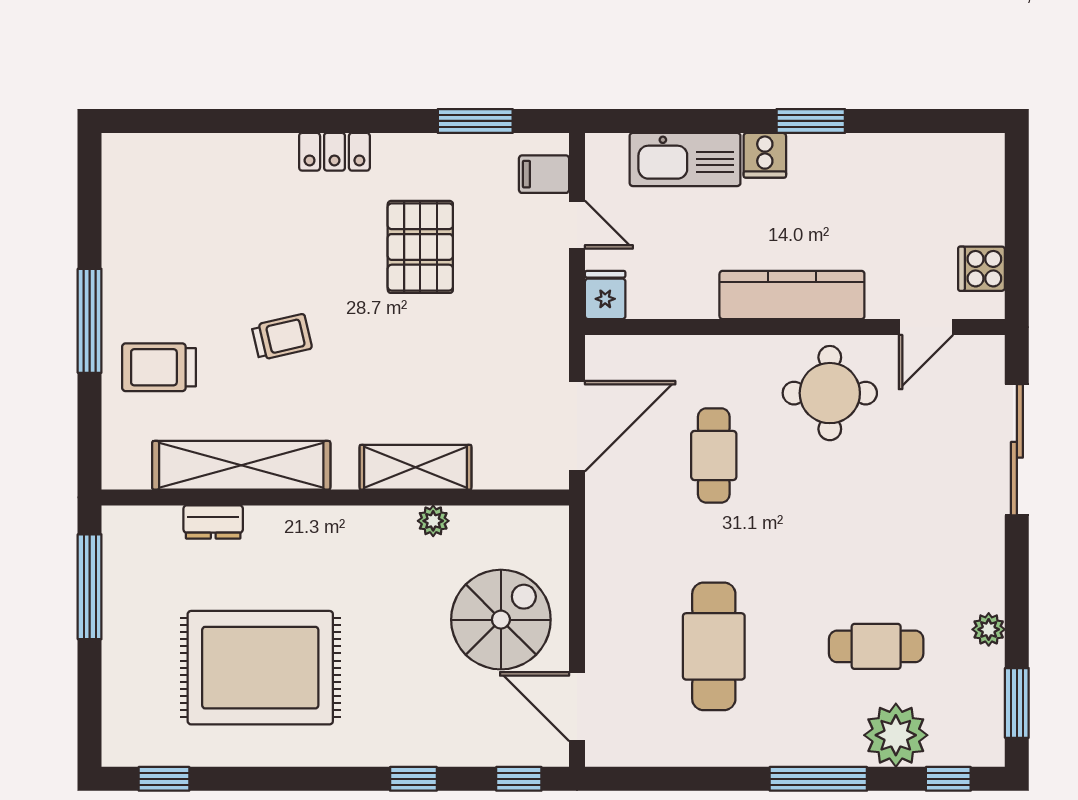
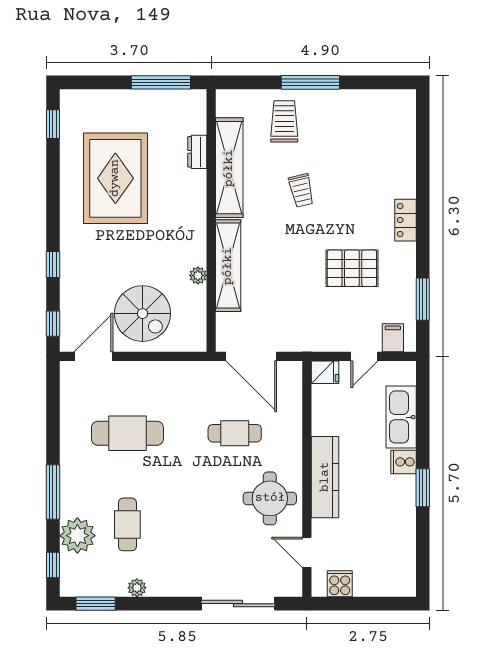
shelving: (416, 467) -> (228, 266), width x1.47

